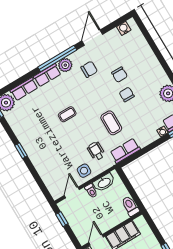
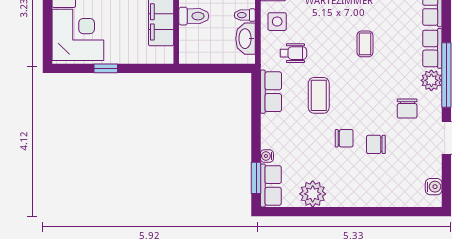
coffee table: (111, 123) -> (319, 95), turned 90
toilet: (130, 206) -> (194, 16), moved

